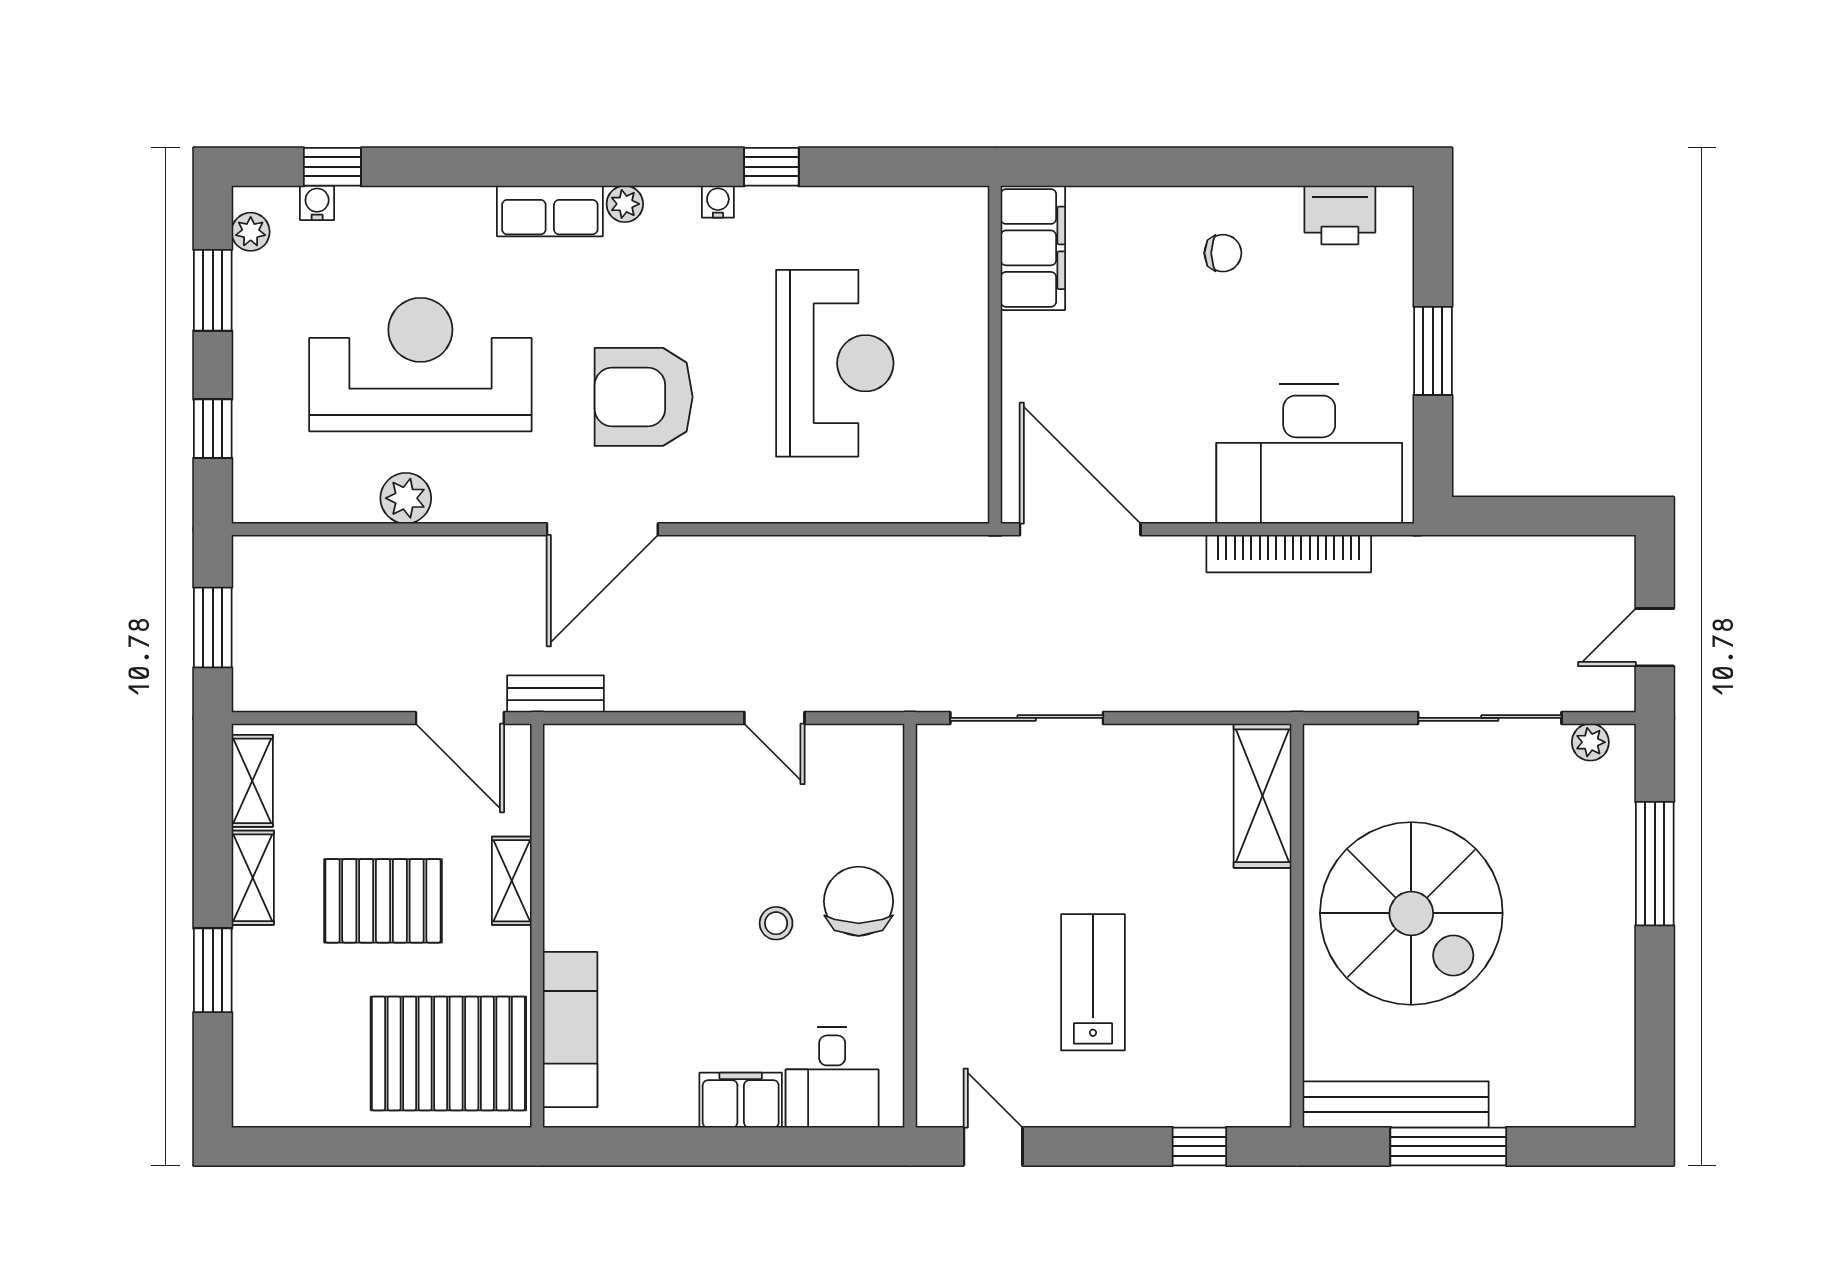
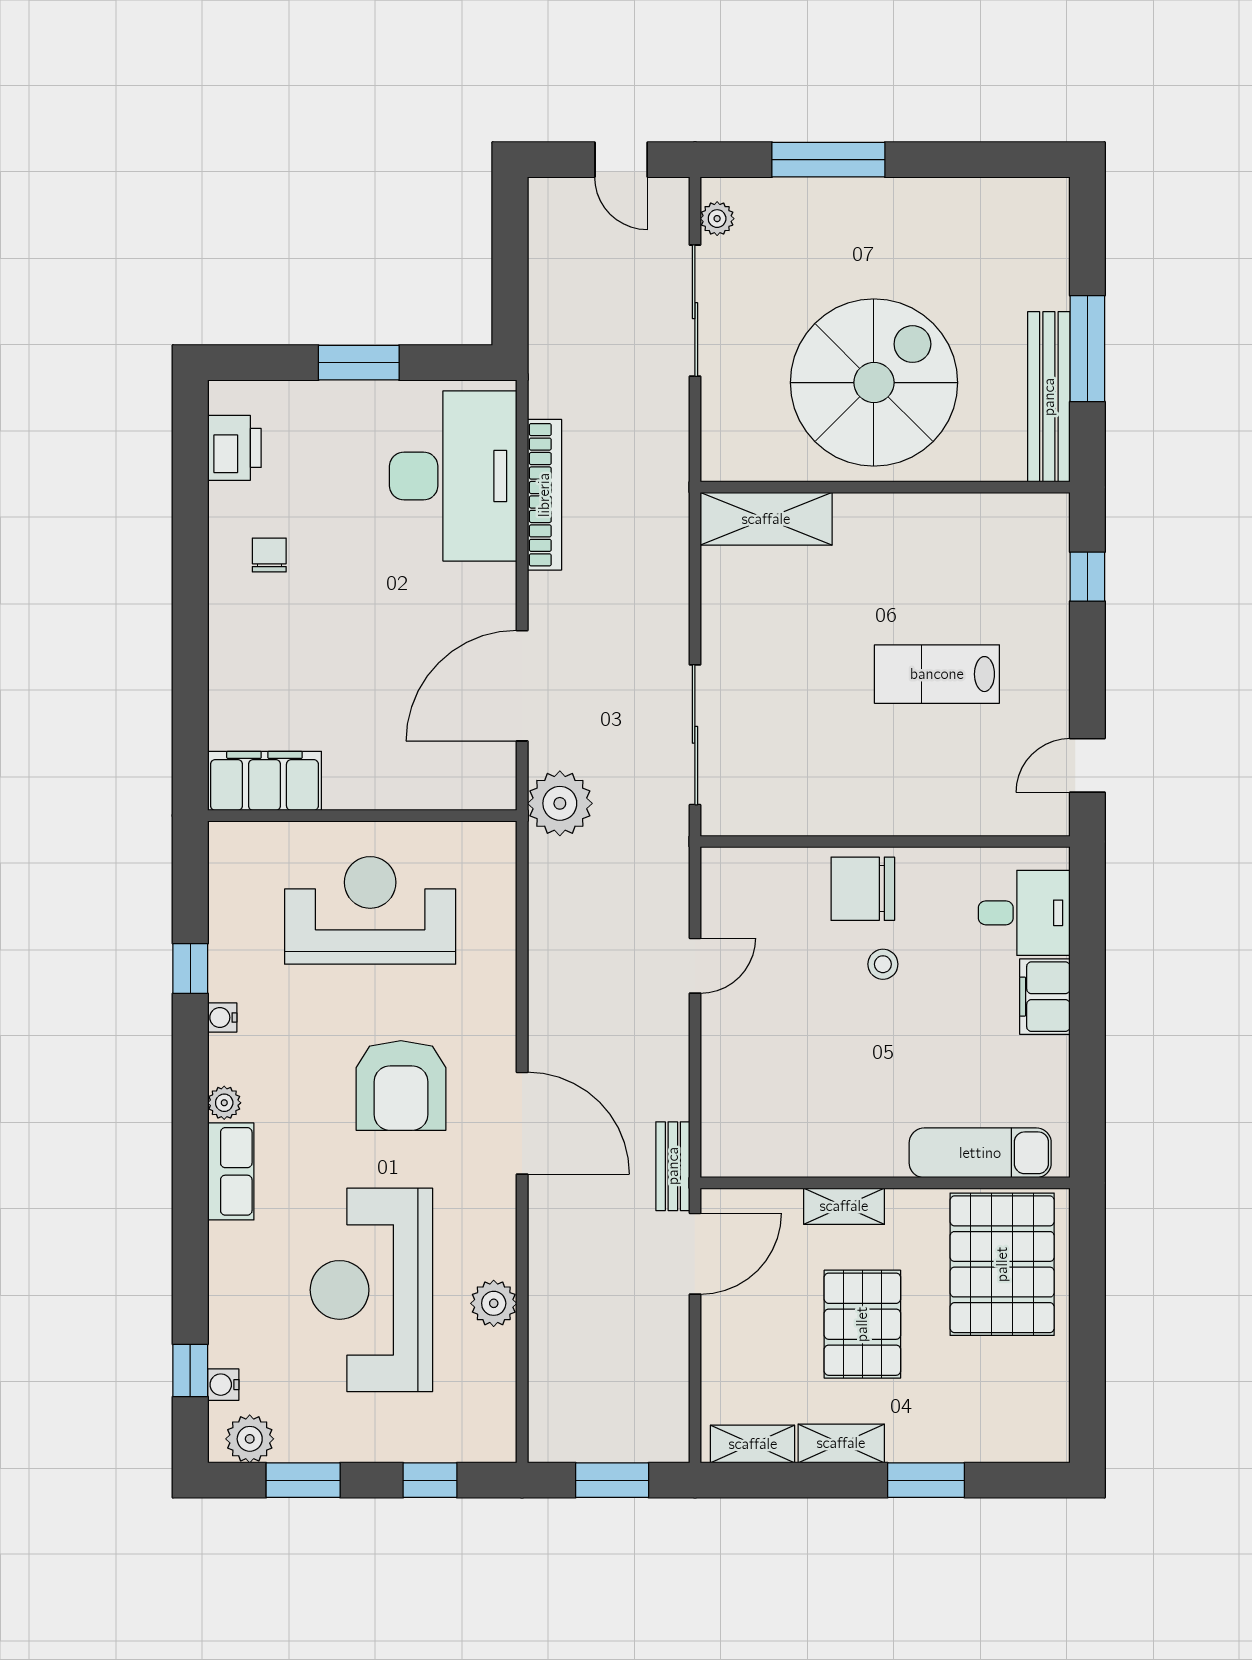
plant: (251, 232) -> (250, 1439), width x1.38, depth x1.38
filing cabinet: (1033, 248) -> (264, 781), moved
wall: (995, 355) -> (362, 816), moved
plant: (952, 570) -> (560, 803), added

